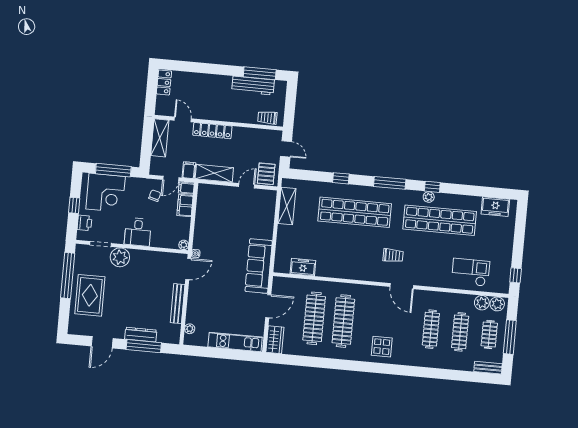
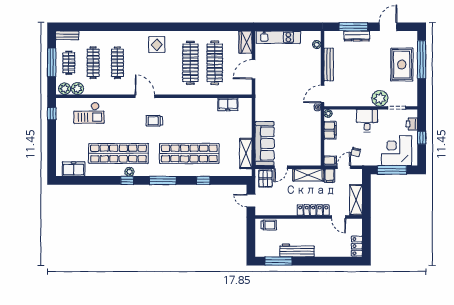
workbench: (253, 86) -> (297, 250), moved
filing cabinet: (185, 206) -> (330, 130), moved
sofa: (259, 266) -> (265, 144), moved
window: (68, 275) -> (422, 60), moved

